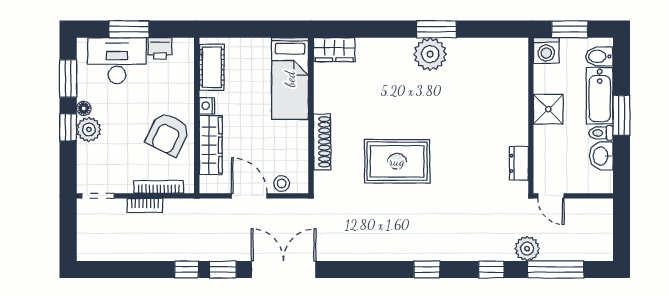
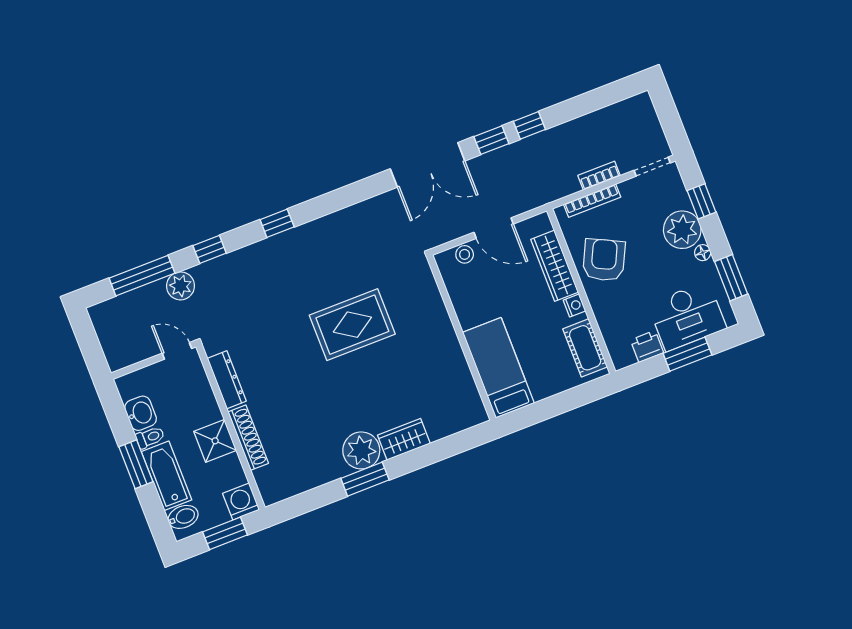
wardrobe: (334, 50) -> (404, 439), moved
window: (68, 127) -> (702, 201), moved
plant: (89, 129) -> (682, 230), width x1.36, depth x1.36
shoe rack: (322, 142) -> (248, 438), moved, turned 180
dresser: (519, 163) -> (227, 380), width x1.44

